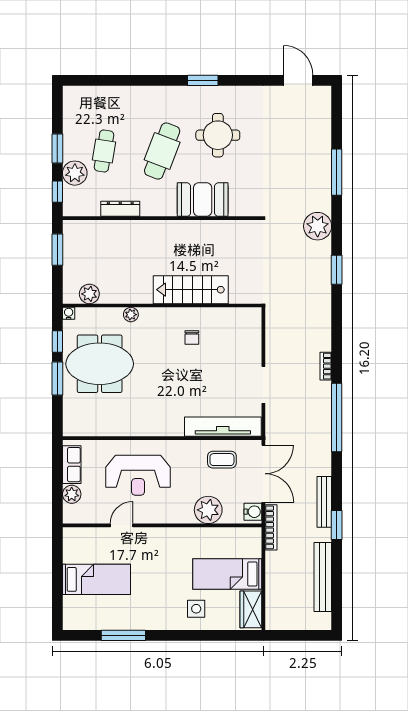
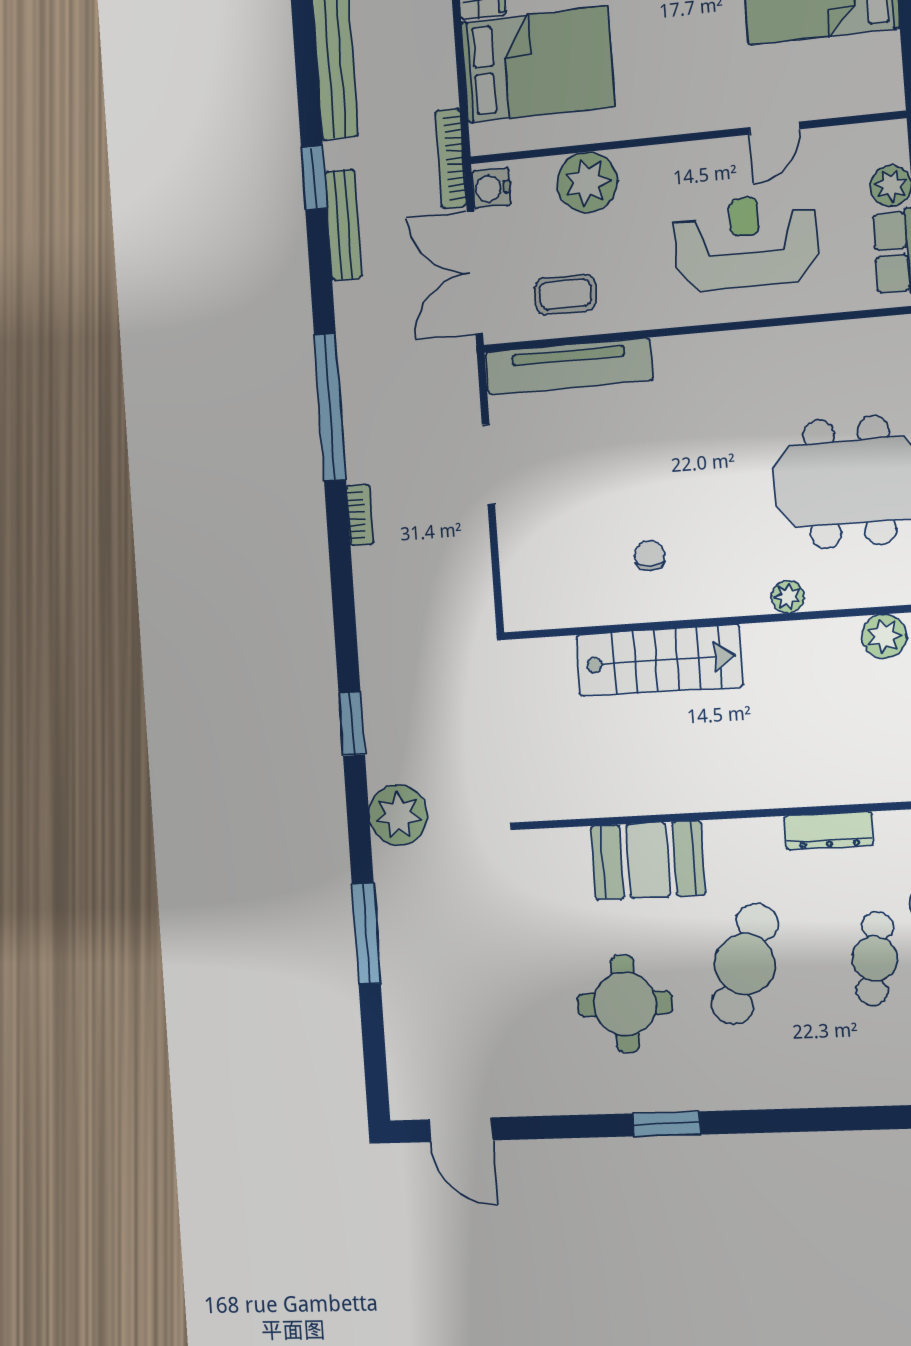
bed: (227, 574) -> (537, 64), width x1.50

